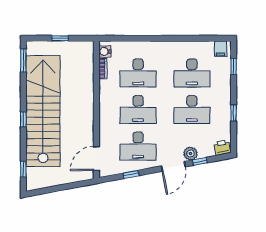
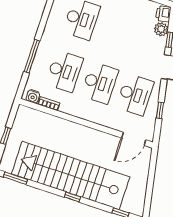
window: (142, 38) -> (32, 56), added
desk: (192, 110) -> (117, 31), removed
plant: (191, 153) -> (161, 29), moved
door: (96, 159) -> (134, 139), hinge flipped

